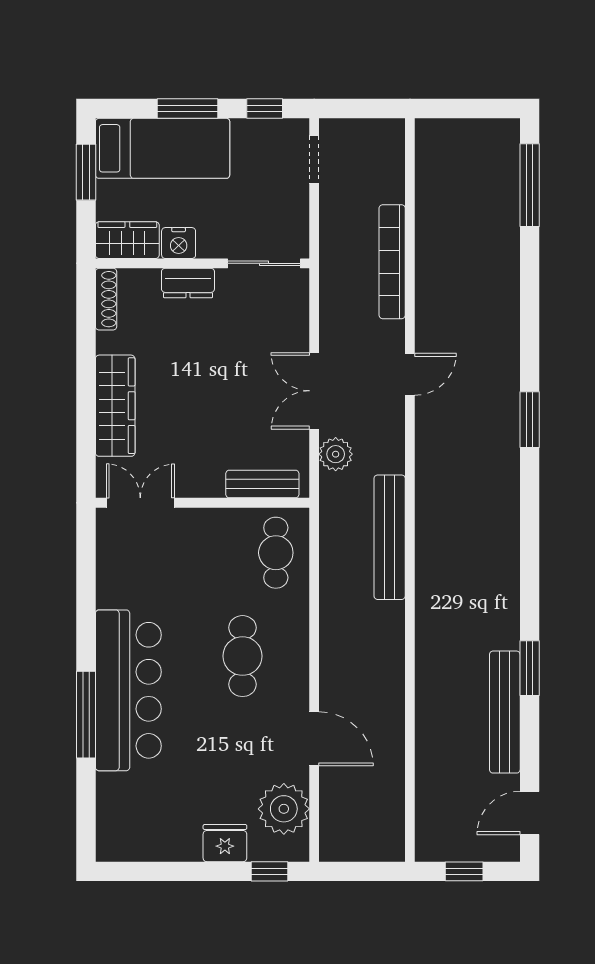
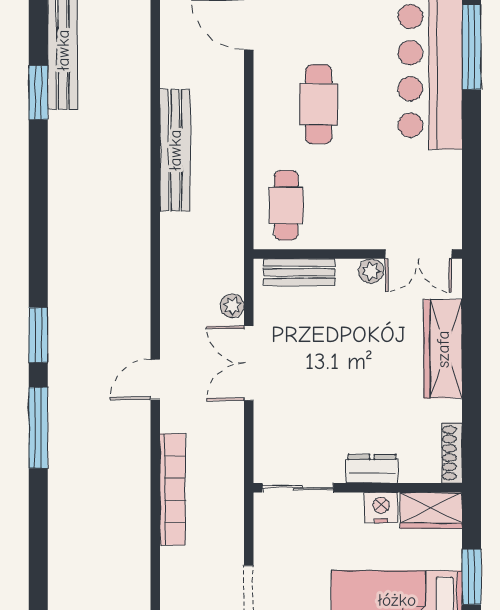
window: (530, 185) -> (38, 428), moved
double door: (314, 391) -> (249, 363), swing flipped
plant: (336, 454) -> (232, 306), width x0.73, depth x0.73
plant: (189, 485) -> (371, 271), added
bench: (390, 537) -> (175, 150), moved

